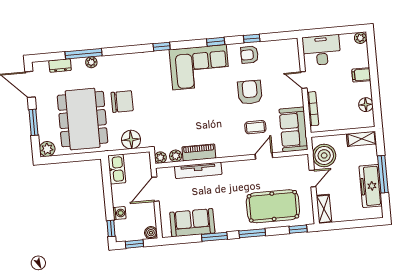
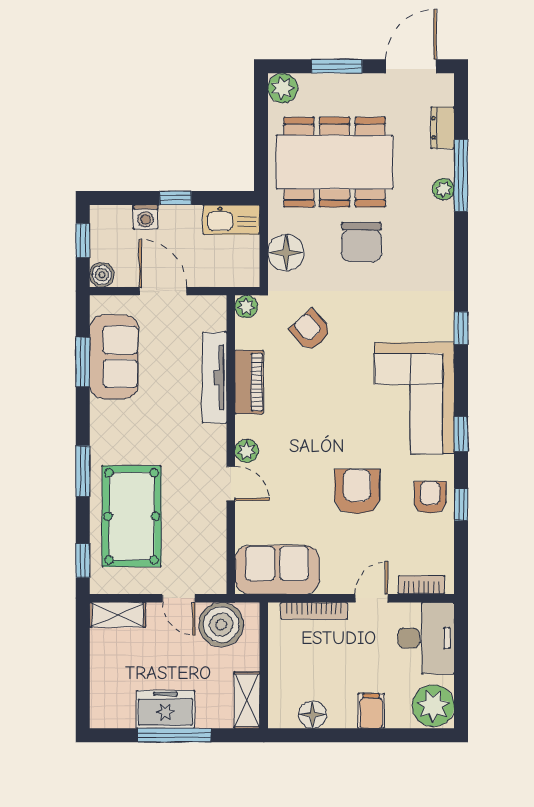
plant: (360, 38) -> (433, 706), width x1.88, depth x1.88
bookcase: (294, 55) -> (421, 585), added
armchair: (250, 92) -> (357, 492), turned -90
armchair: (170, 124) -> (310, 330), added
coffee table: (255, 127) -> (288, 496), removed
plant: (176, 156) -> (247, 451), moved
door: (264, 156) -> (231, 484), moved
freezer: (371, 186) -> (165, 709), width x0.71
door: (155, 189) -> (163, 291), moved
window: (111, 228) -> (175, 198), moved
window: (214, 237) -> (83, 362), moved

